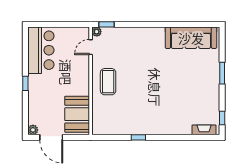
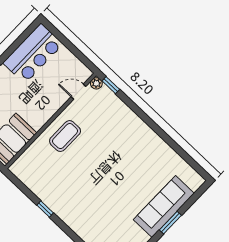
sofa: (191, 38) -> (164, 206), moved, turned 90

